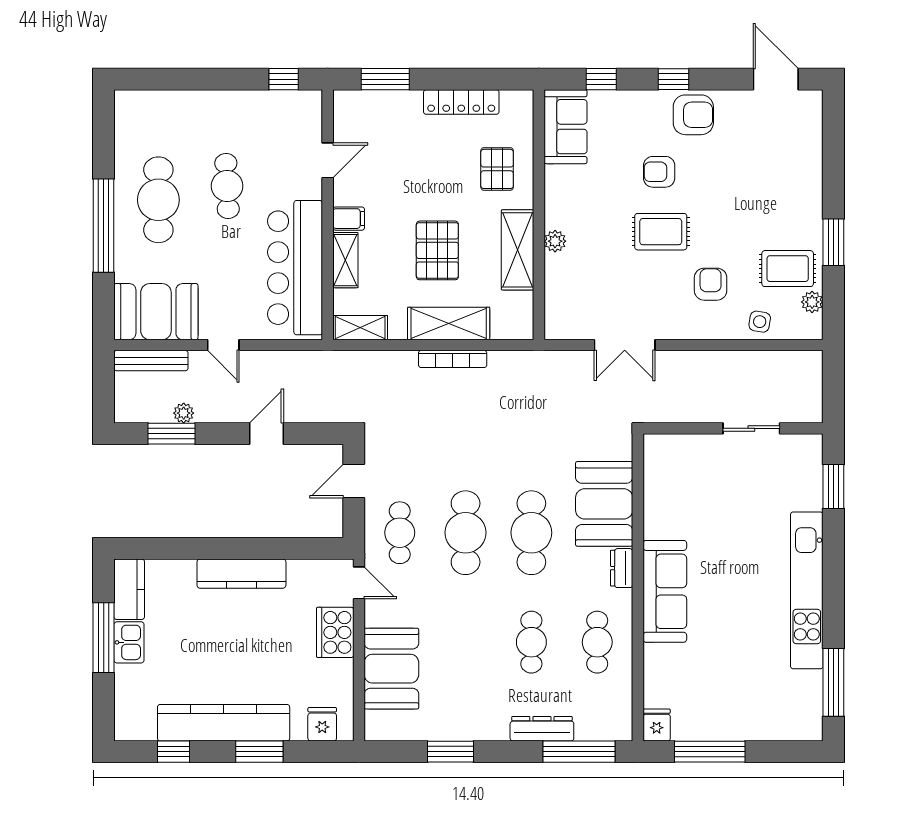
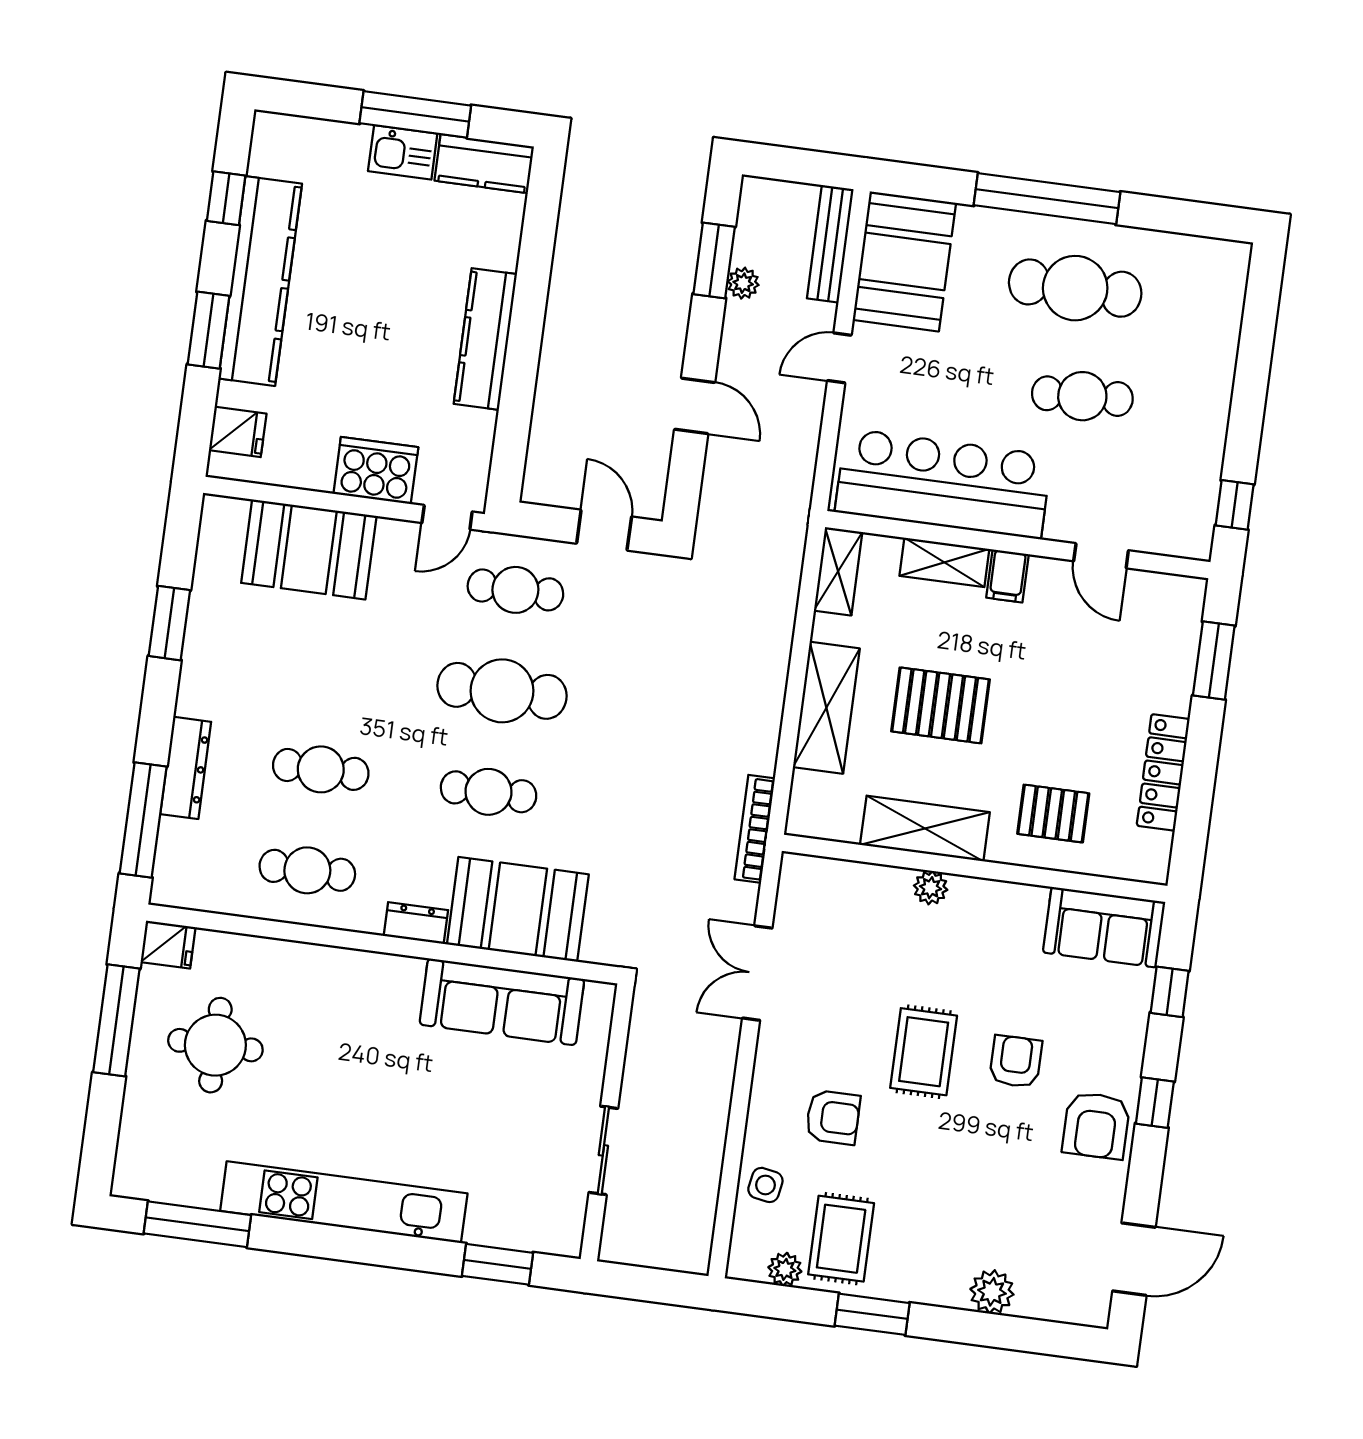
plant: (809, 167) -> (992, 1292), added
bookcase: (453, 359) -> (755, 829), moved
cafe table: (531, 533) -> (489, 792), width x0.73, depth x0.74
sofa: (665, 591) -> (502, 1002), moved
round table: (717, 686) -> (215, 1045), added

